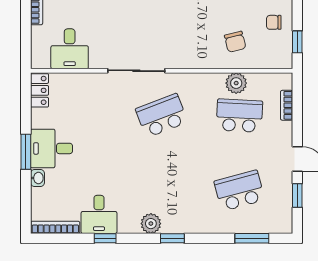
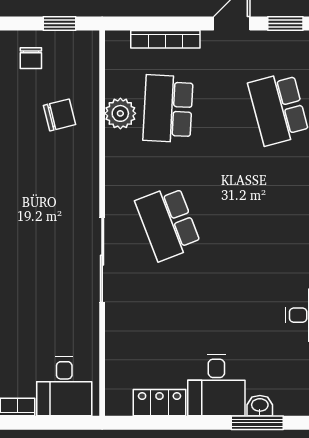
desk: (70, 49) -> (64, 386), moved, turned 90
locker: (39, 90) -> (159, 403), moved
bookcase: (287, 105) -> (165, 39), width x1.56
window: (26, 152) -> (257, 423), moved

